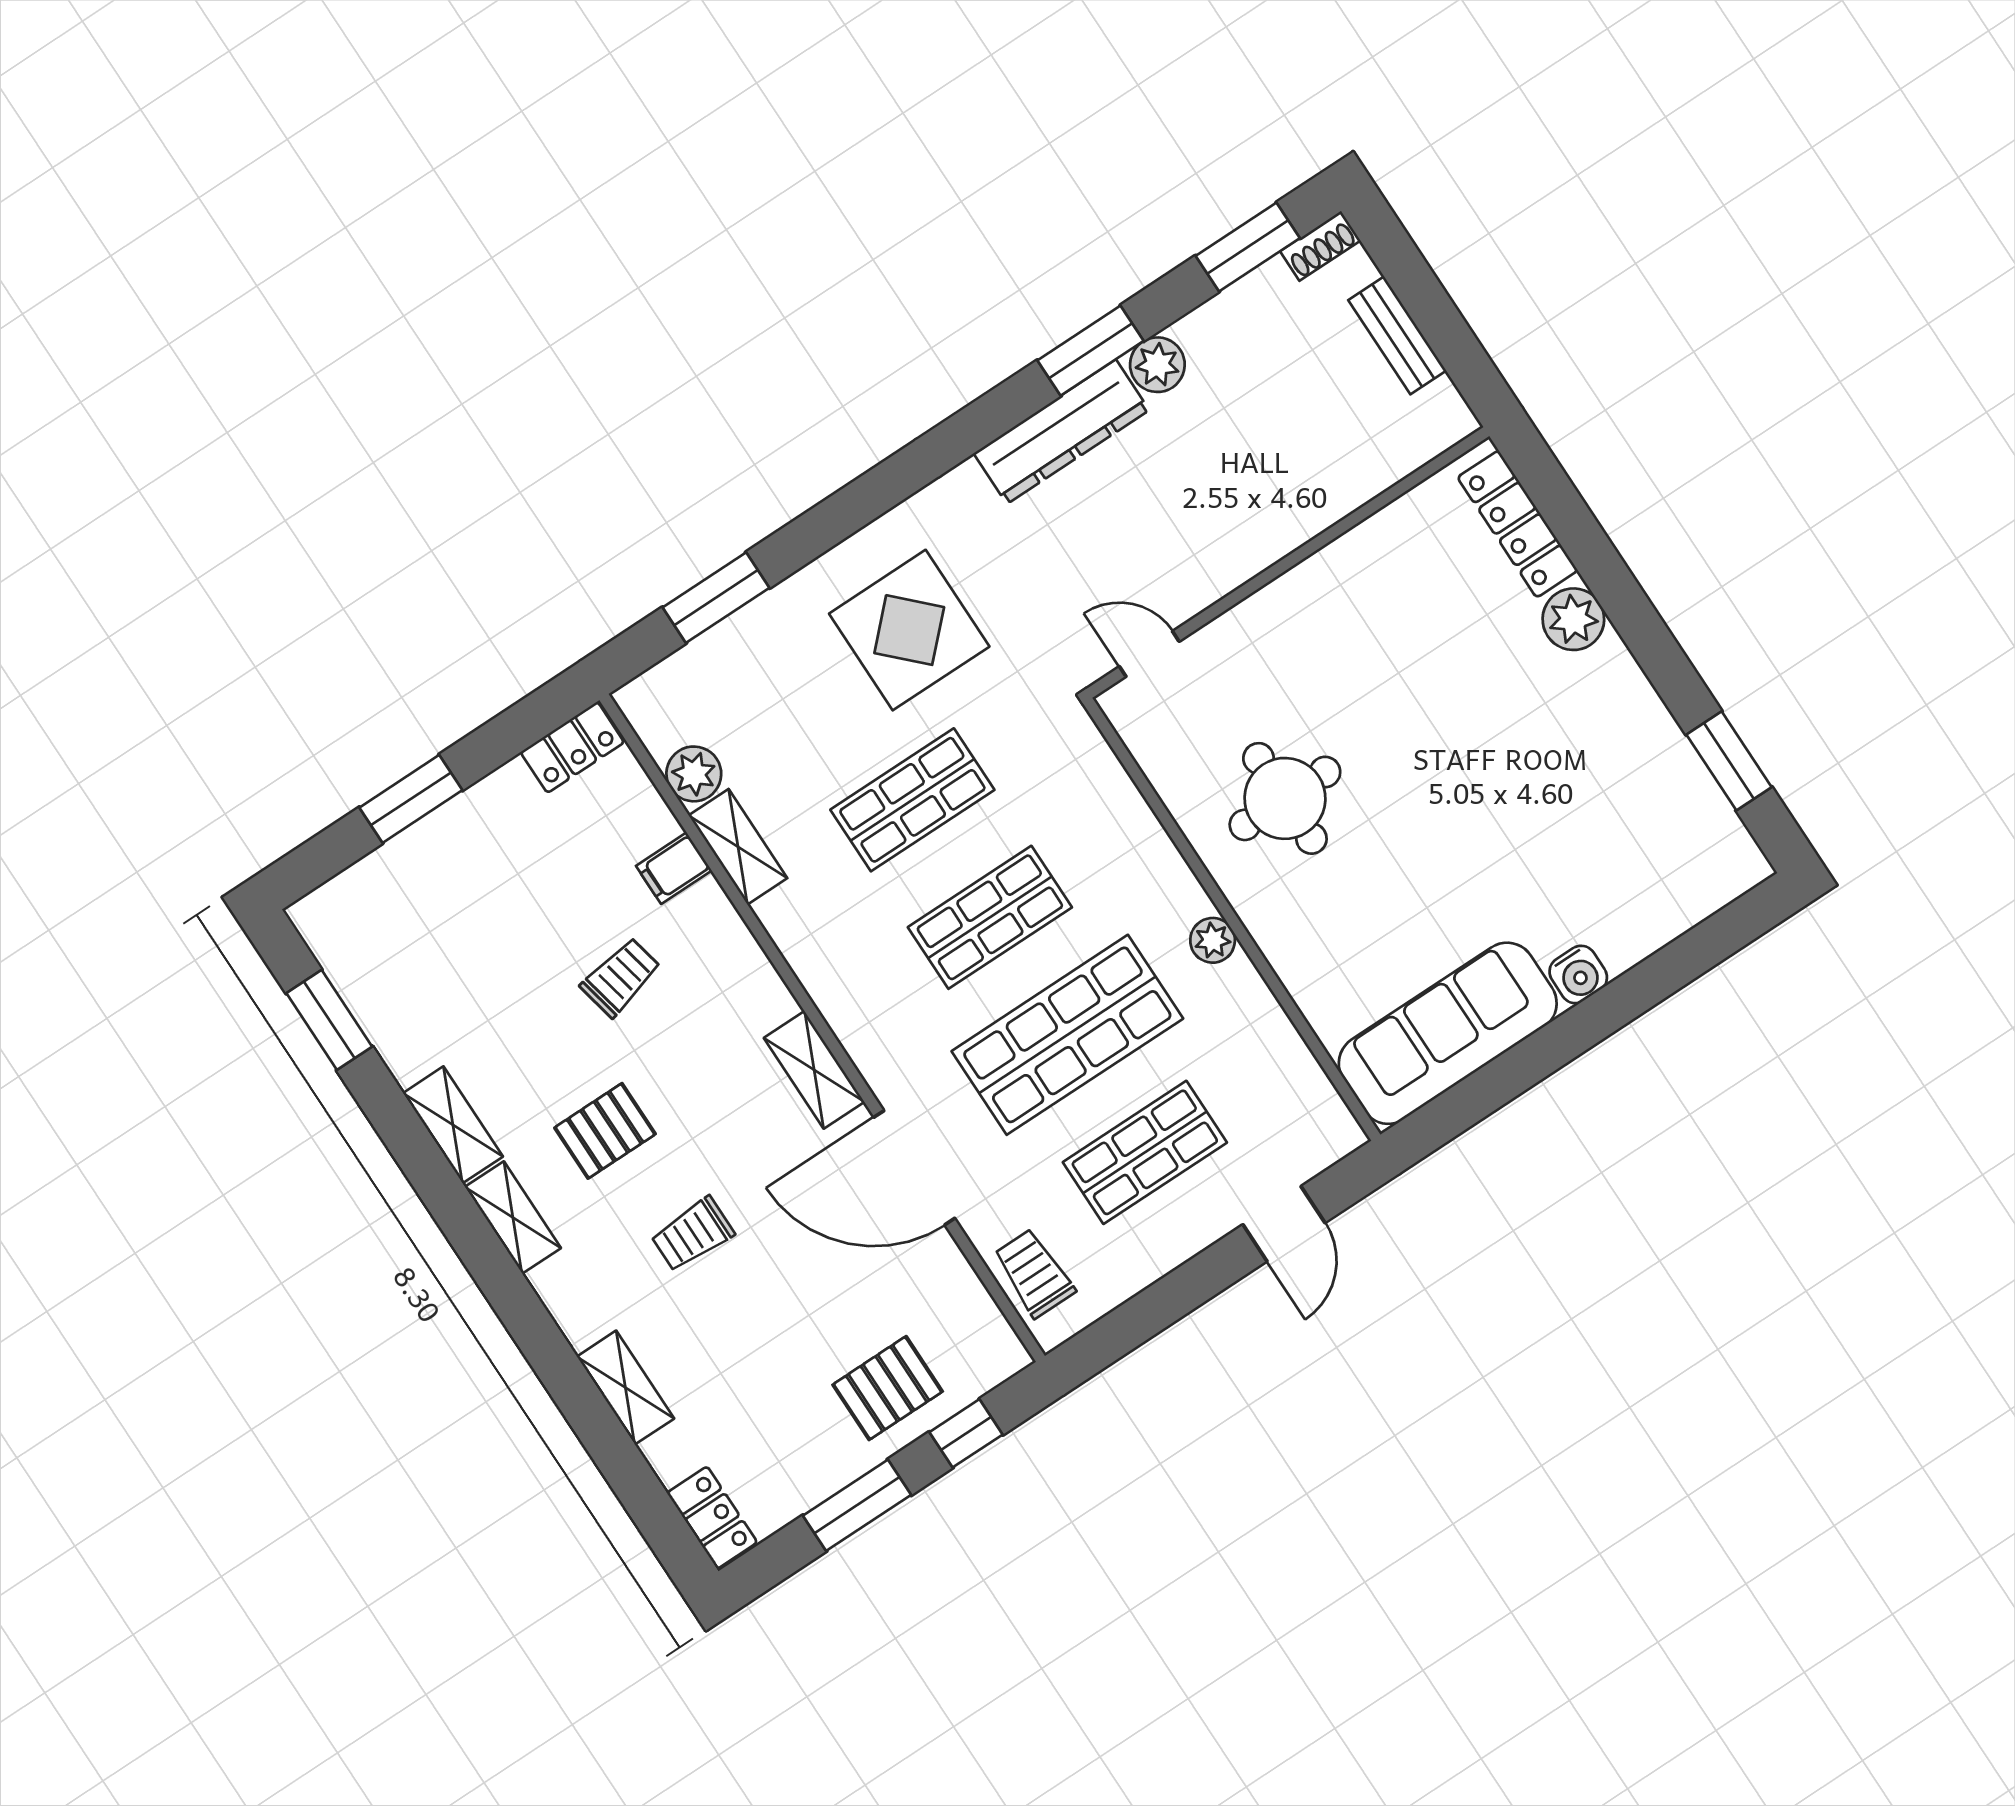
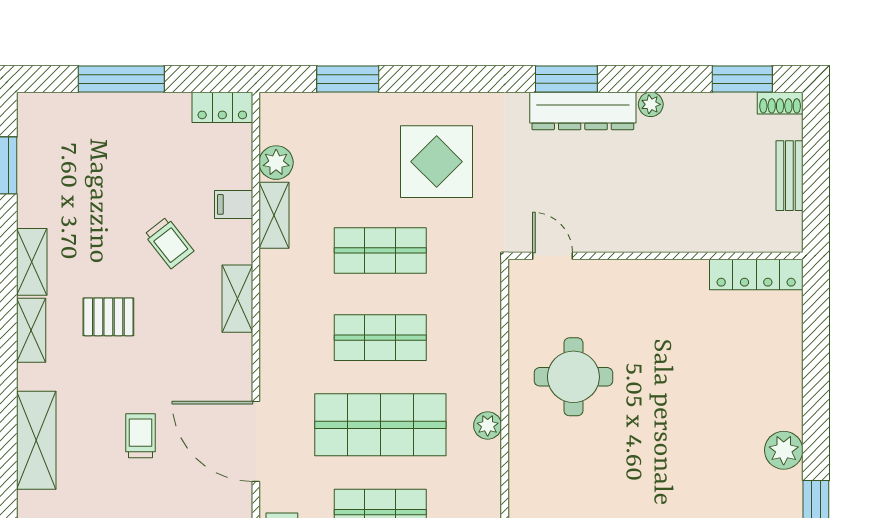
window: (1091, 351) -> (566, 79), moved
plant: (1157, 365) -> (651, 104), width x0.73, depth x0.73
locker: (1518, 524) -> (756, 274), moved, turned -90
plant: (1573, 619) -> (784, 450), moved
window: (411, 799) -> (121, 79), width x1.44
trolley: (621, 977) -> (169, 243), turned 64
shelving: (814, 1070) -> (237, 299), moved
trolley: (693, 1234) -> (140, 436), moved, turned 90
shelving: (625, 1388) -> (36, 440), width x1.50, depth x1.33

